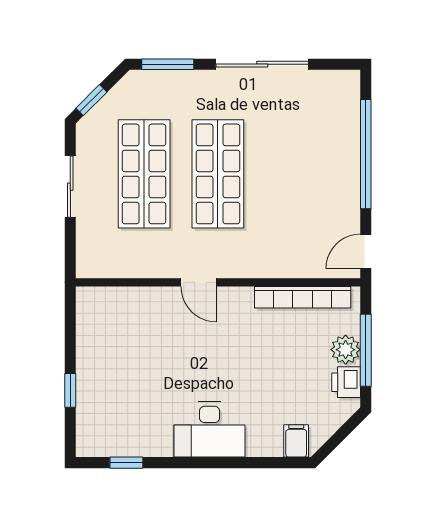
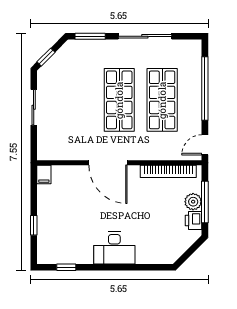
shop shelf: (144, 174) -> (162, 100), moved
door: (199, 282) -> (108, 163), width x1.88
filing cabinet: (296, 441) -> (44, 174), moved, turned 180

